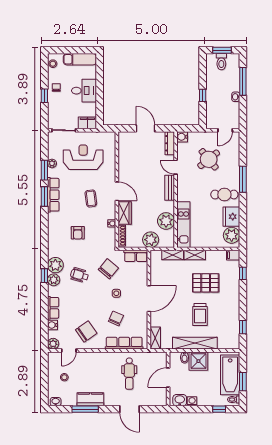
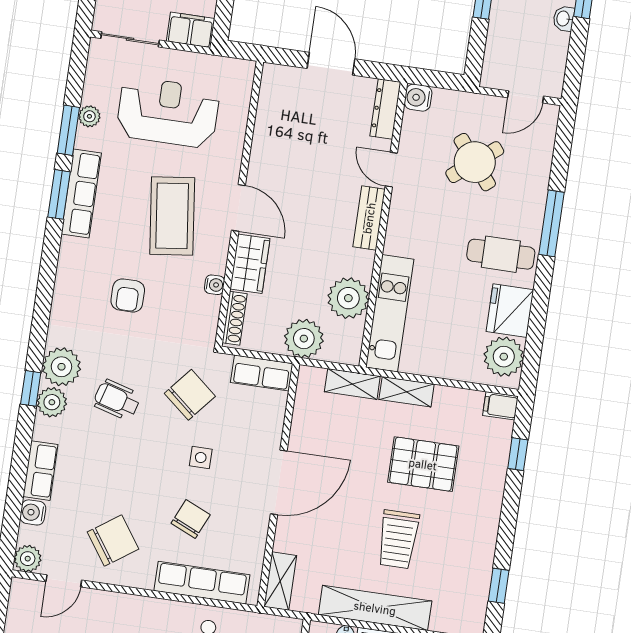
coffee table: (91, 198) -> (172, 216), width x1.86, depth x1.72

